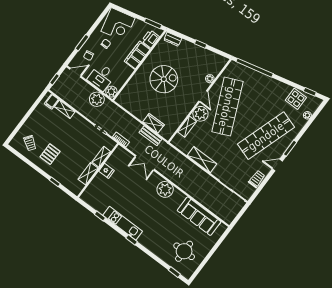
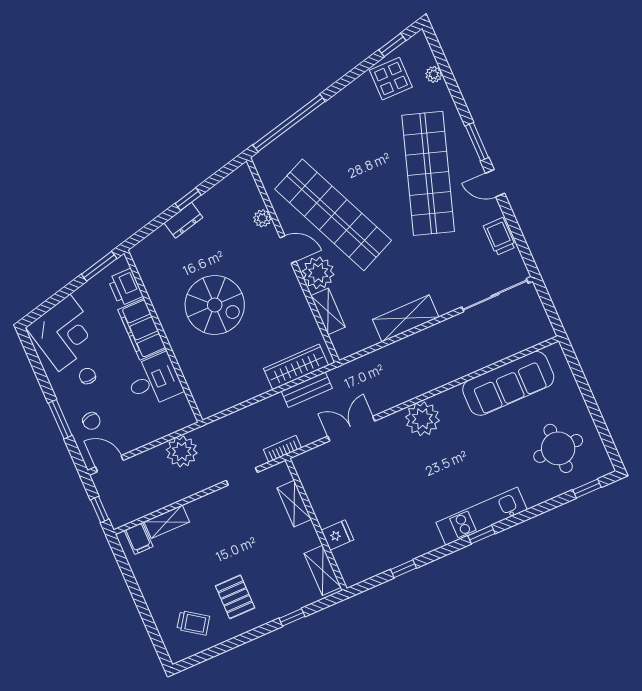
dresser: (173, 39) -> (183, 220), moved
door: (75, 73) -> (109, 464), hinge flipped
desk: (101, 77) -> (154, 381), moved, turned -90
spiral stairs: (164, 79) -> (215, 305), turned 90
plant: (111, 92) -> (183, 416), removed
wardrobe: (153, 123) -> (296, 367), width x1.50
double door: (145, 163) -> (351, 429), swing flipped
door: (277, 165) -> (495, 183), hinge flipped
fridge: (107, 171) -> (337, 535), moved
shelving: (88, 174) -> (323, 570), moved
kitchen unit: (123, 223) -> (482, 516), moved

